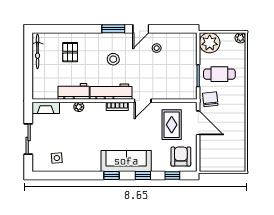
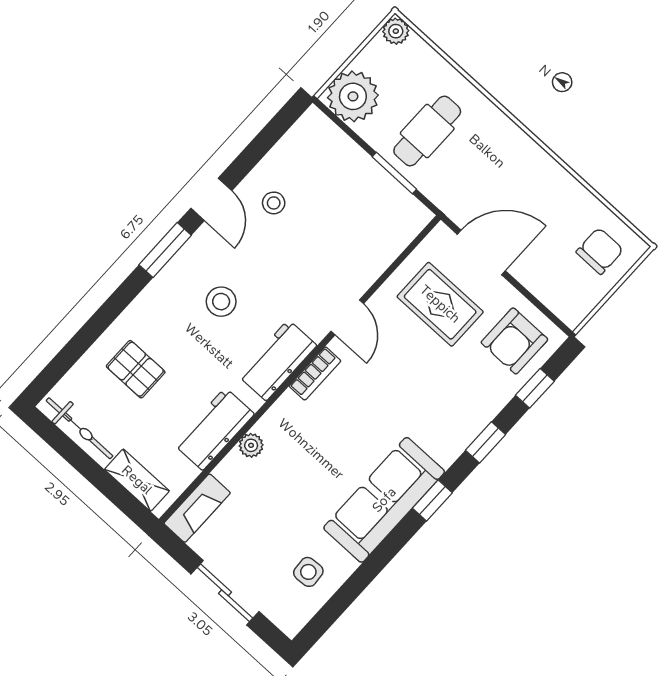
shelving: (38, 82) -> (137, 480), added
workbench: (111, 92) -> (277, 360), width x0.73
chair: (210, 99) -> (600, 251), moved, turned 96
armchair: (181, 157) -> (514, 341), turned -90
sofa: (126, 161) -> (384, 500), moved

